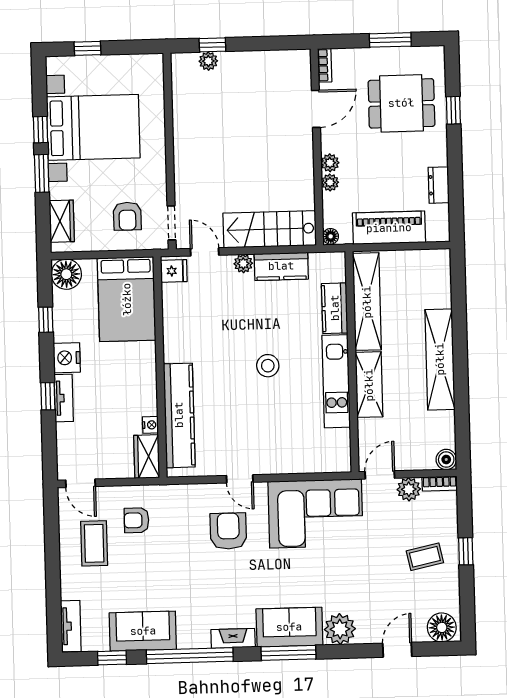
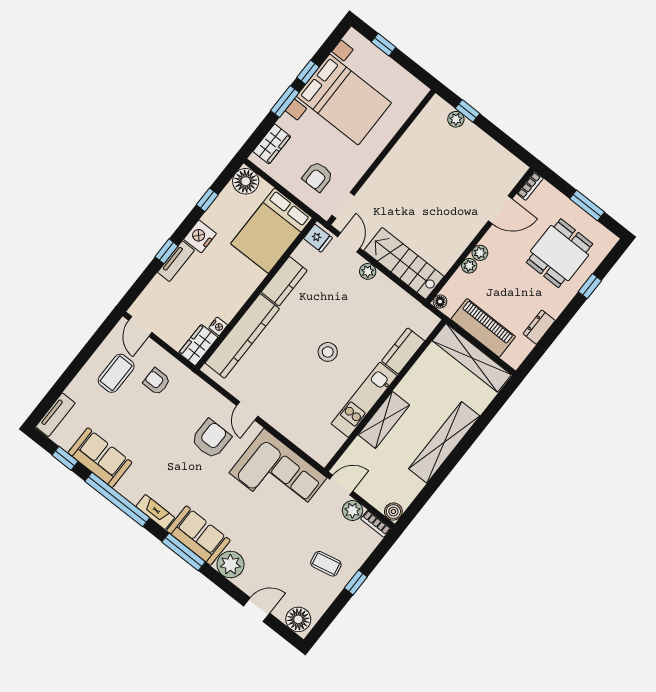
dining table: (401, 103) -> (560, 253), turned 90
kitchen counter: (281, 266) -> (284, 281), moved, turned -90
shelving: (367, 302) -> (472, 358), moved, turned 90

